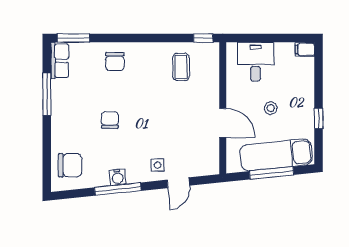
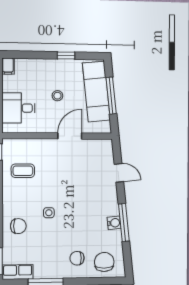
chair: (110, 120) -> (77, 258), moved
side table: (158, 165) -> (49, 213), moved

